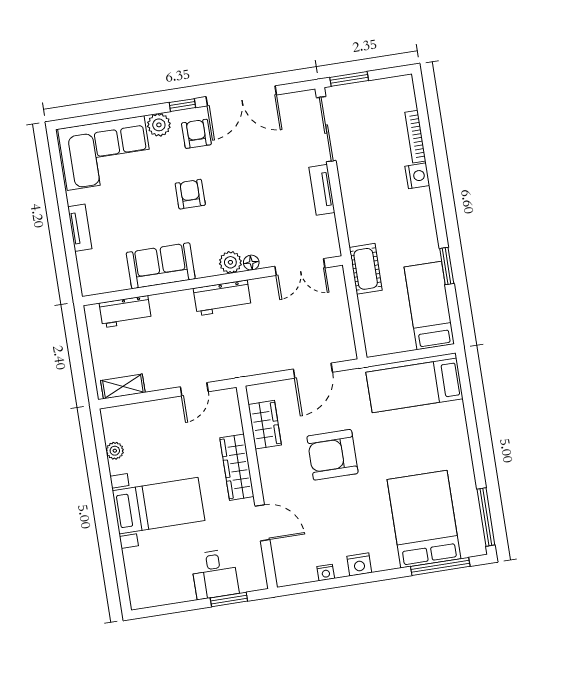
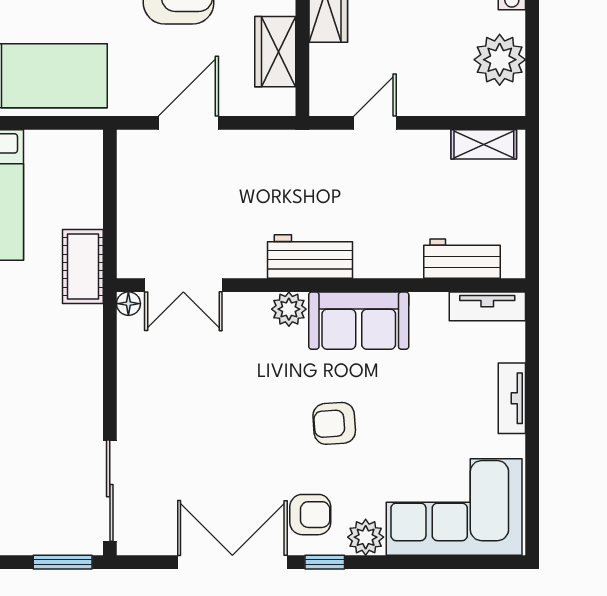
armchair: (196, 134) -> (310, 515), turned -90
tv unit: (322, 190) -> (487, 306), moved, turned 90
armchair: (190, 194) -> (334, 423), turned 86
floor lamp: (251, 263) -> (128, 304), moved
sofa: (161, 266) -> (359, 321), moved
double door: (300, 267) -> (183, 285), swing flipped
plant: (115, 451) -> (500, 60), width x1.87, depth x1.87

